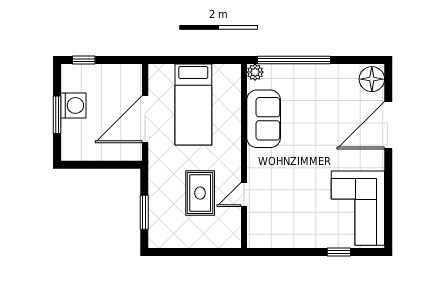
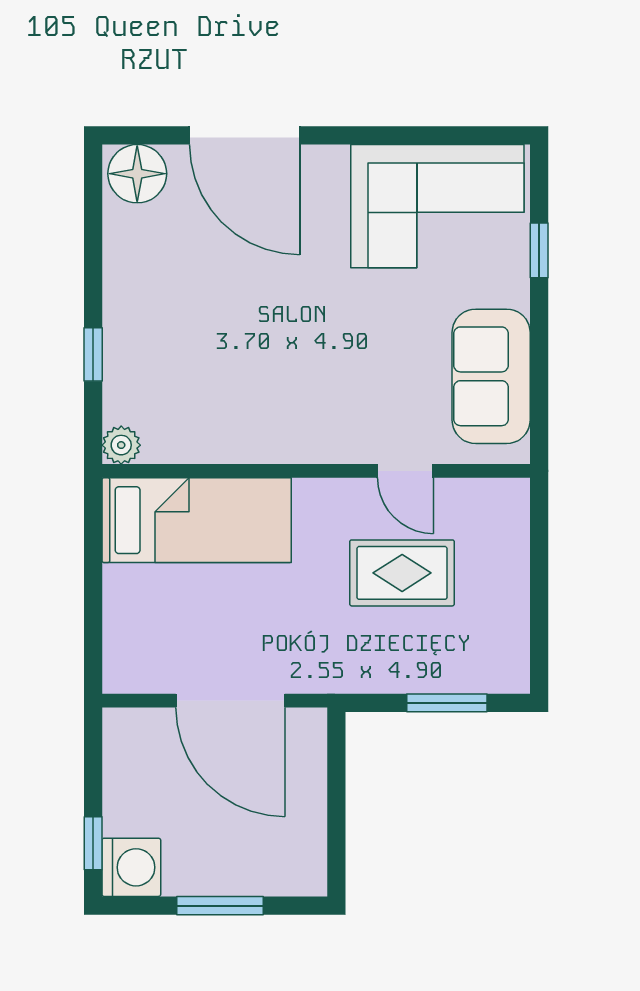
window: (294, 60) -> (93, 354), width x0.32
washing machine: (73, 105) -> (131, 867), moved, turned 90
bed: (193, 105) -> (197, 520), moved
sofa: (264, 119) -> (491, 376), moved, turned -90

